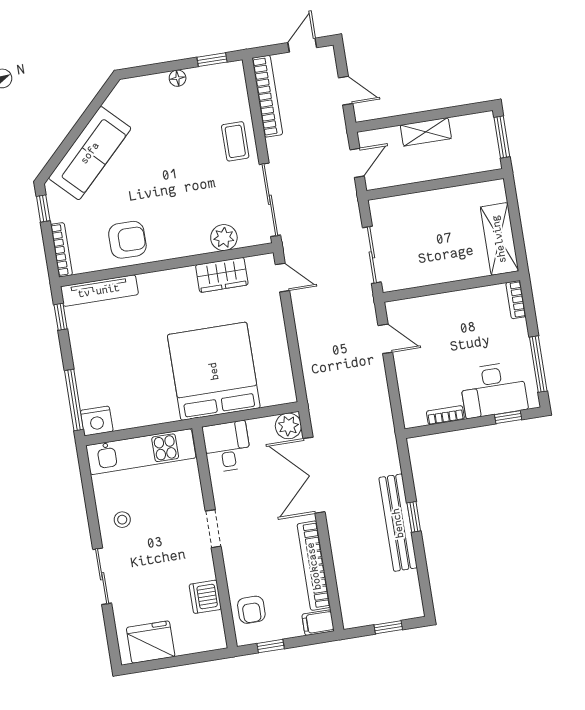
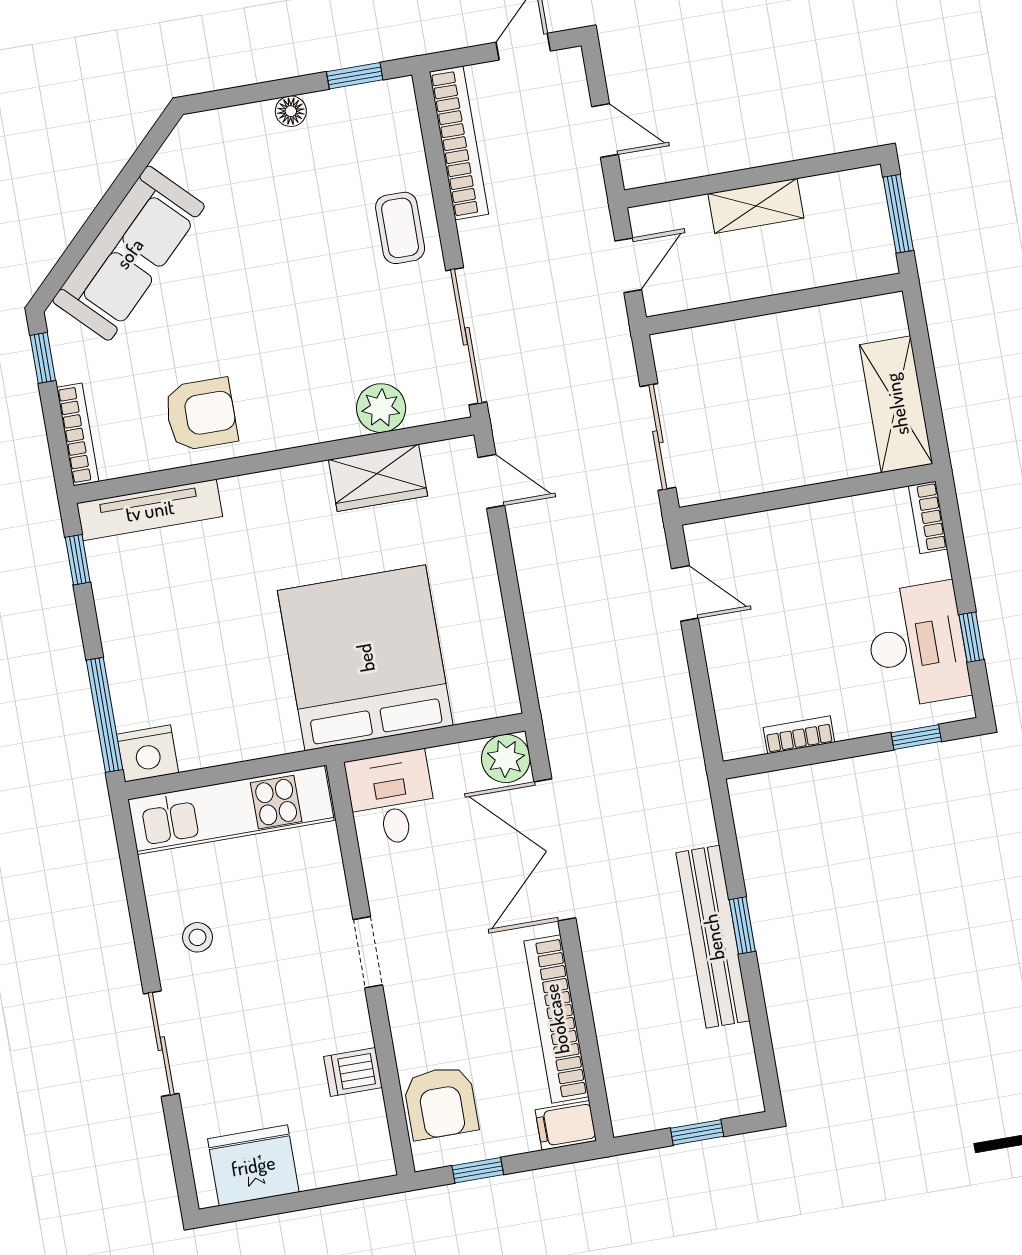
window: (538, 364) -> (971, 637), width x0.46
desk: (493, 390) -> (917, 645), moved, turned -90
dishwasher: (205, 597) -> (353, 1072), width x0.73
armchair: (251, 610) -> (441, 1103), width x1.38, depth x1.38

